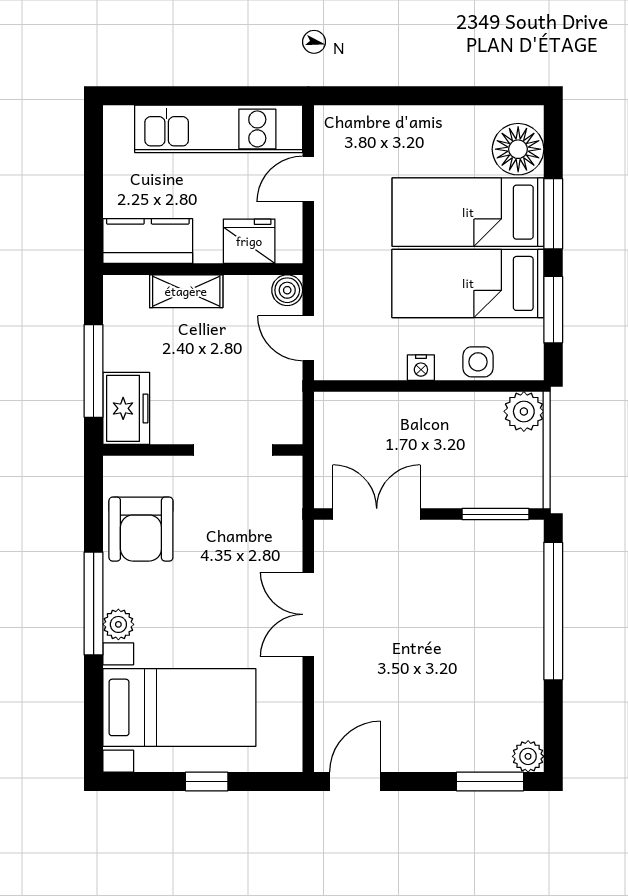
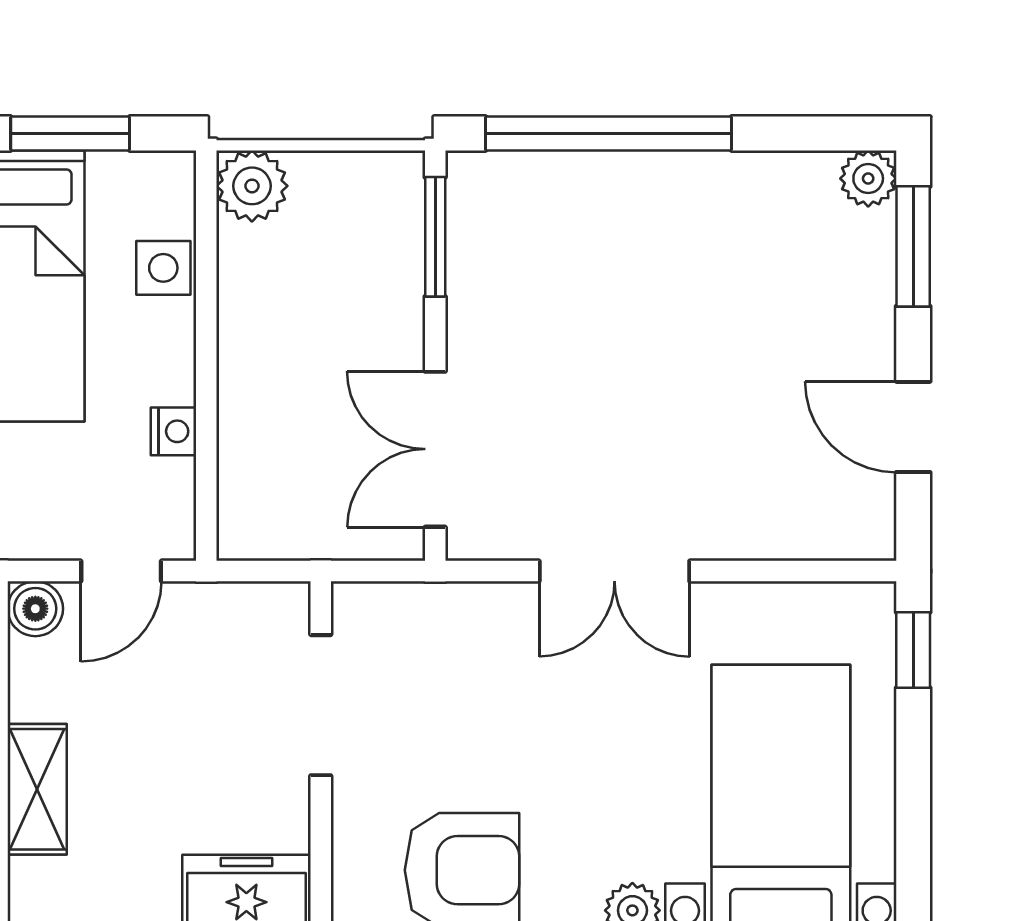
nightstand: (421, 368) -> (173, 431), moved
window: (207, 782) -> (913, 650), moved
door: (355, 782) -> (913, 427), moved

